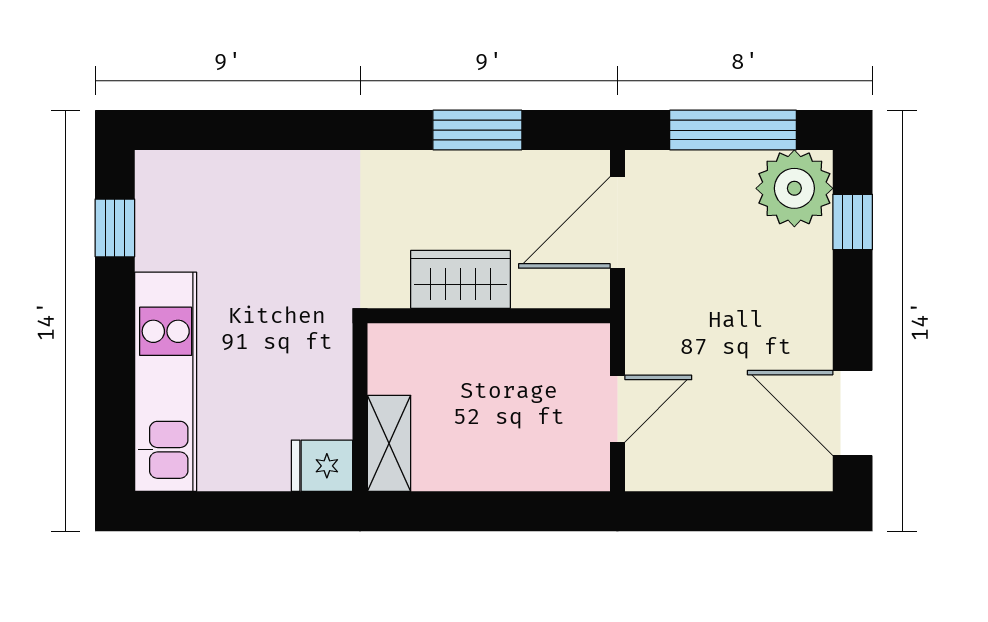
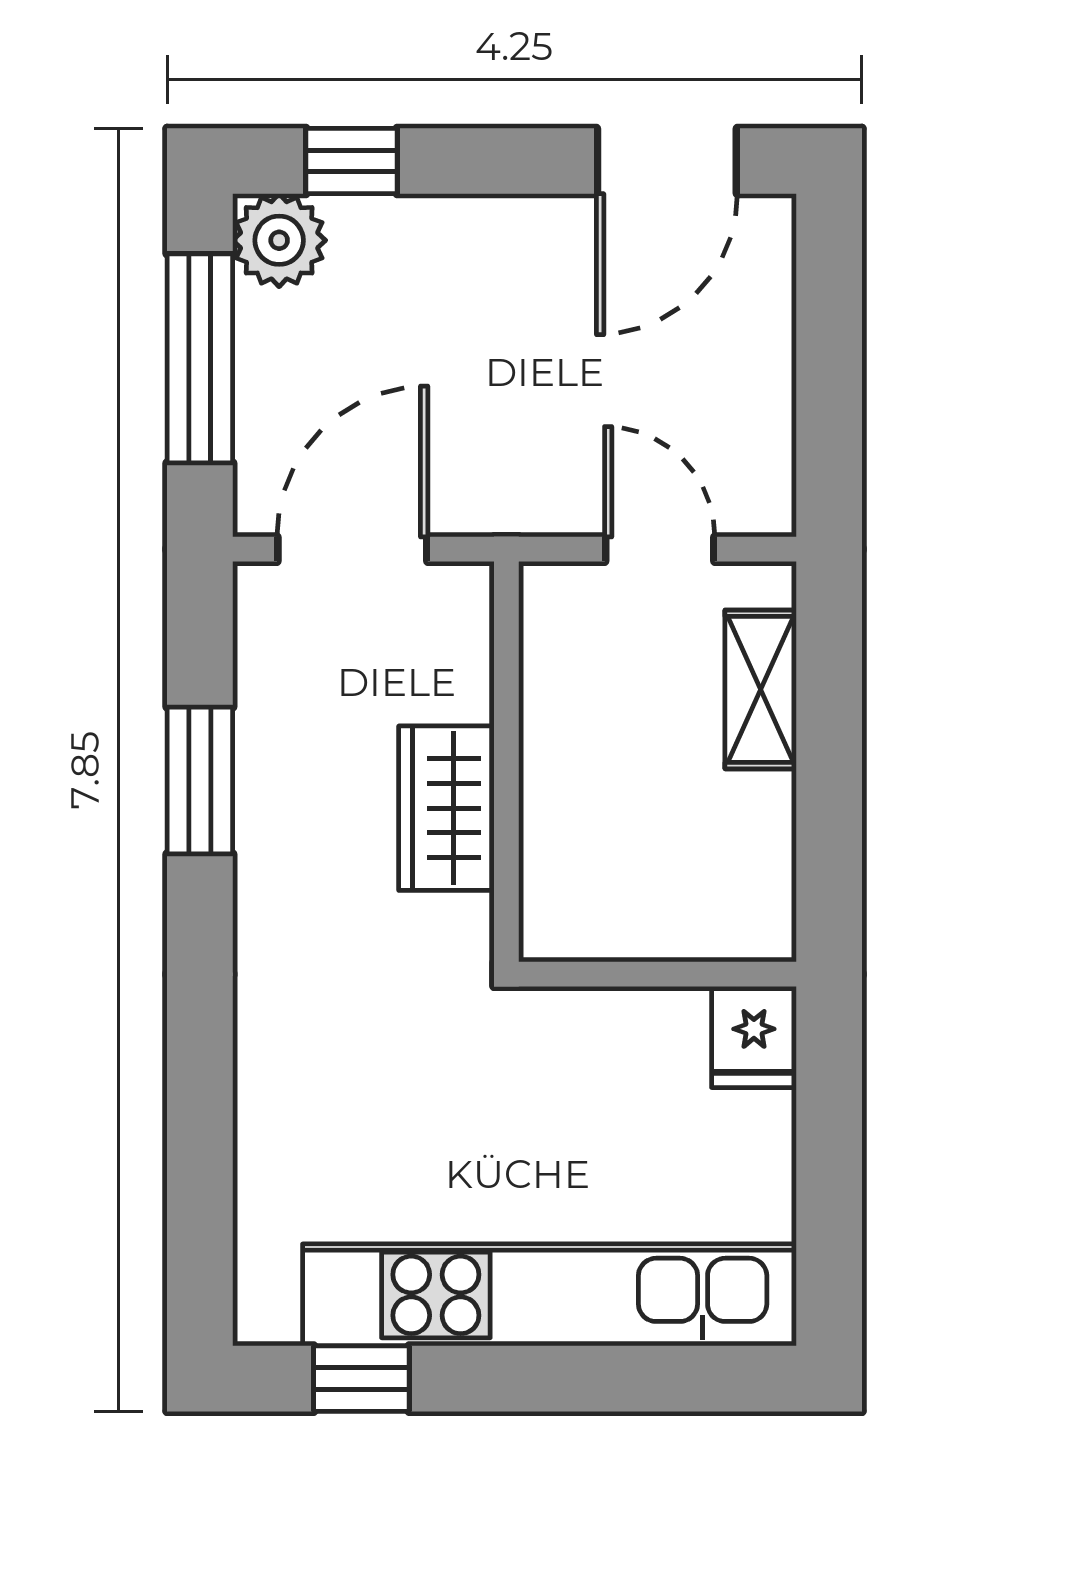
plant: (794, 188) -> (279, 240), width x0.73, depth x0.73
door: (617, 222) -> (352, 549), swing flipped
kitchen unit: (166, 382) -> (549, 1295), width x1.36
shelving: (389, 443) -> (761, 689), moved, turned 90

